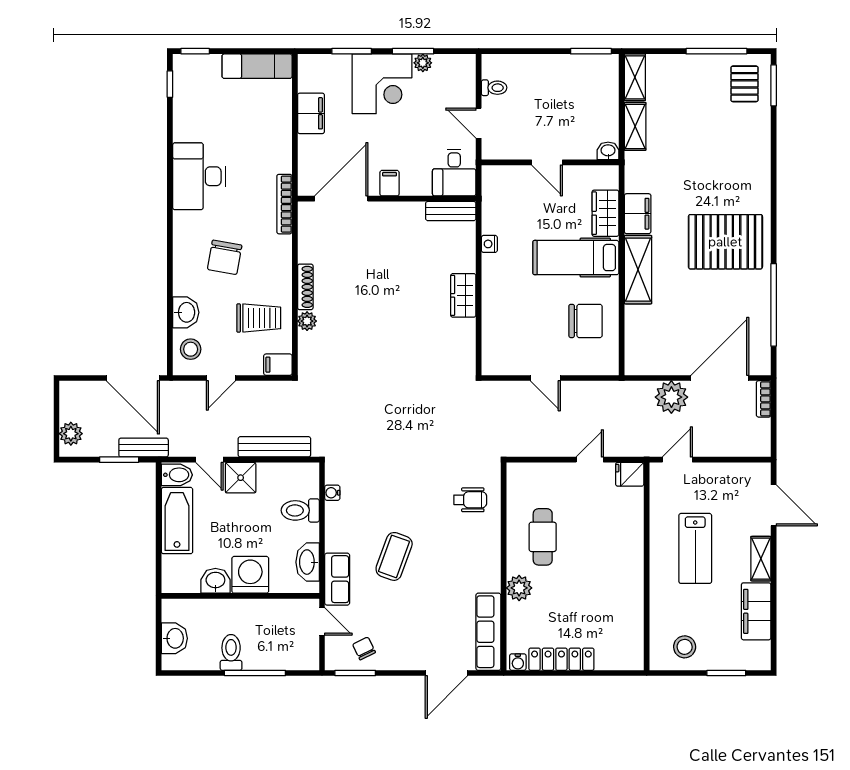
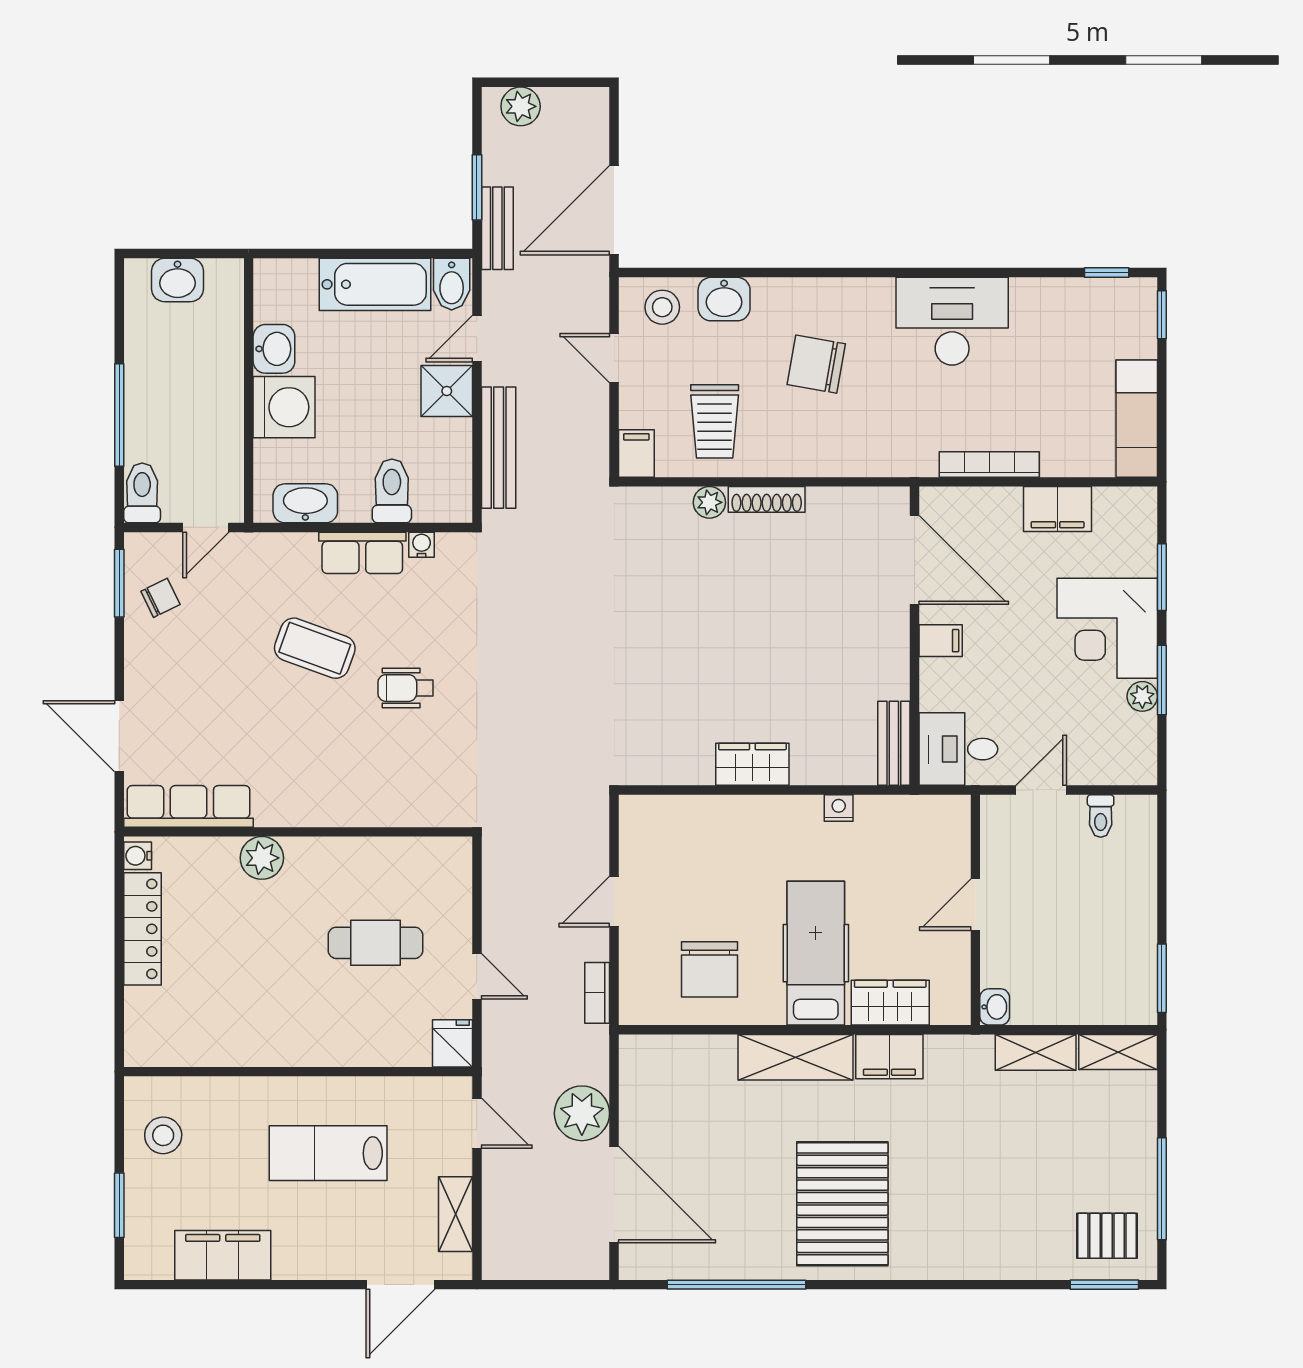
bookcase: (284, 204) -> (989, 464), moved
bookcase: (764, 399) -> (597, 993), moved, turned -90
wheelchair: (470, 500) -> (406, 688), moved, turned 90
cafe table: (543, 537) -> (375, 943), moved
shelving: (761, 559) -> (456, 1214), moved, turned 90
row of seats: (337, 579) -> (362, 553), moved
toilet: (231, 652) -> (142, 493), moved, turned -90

